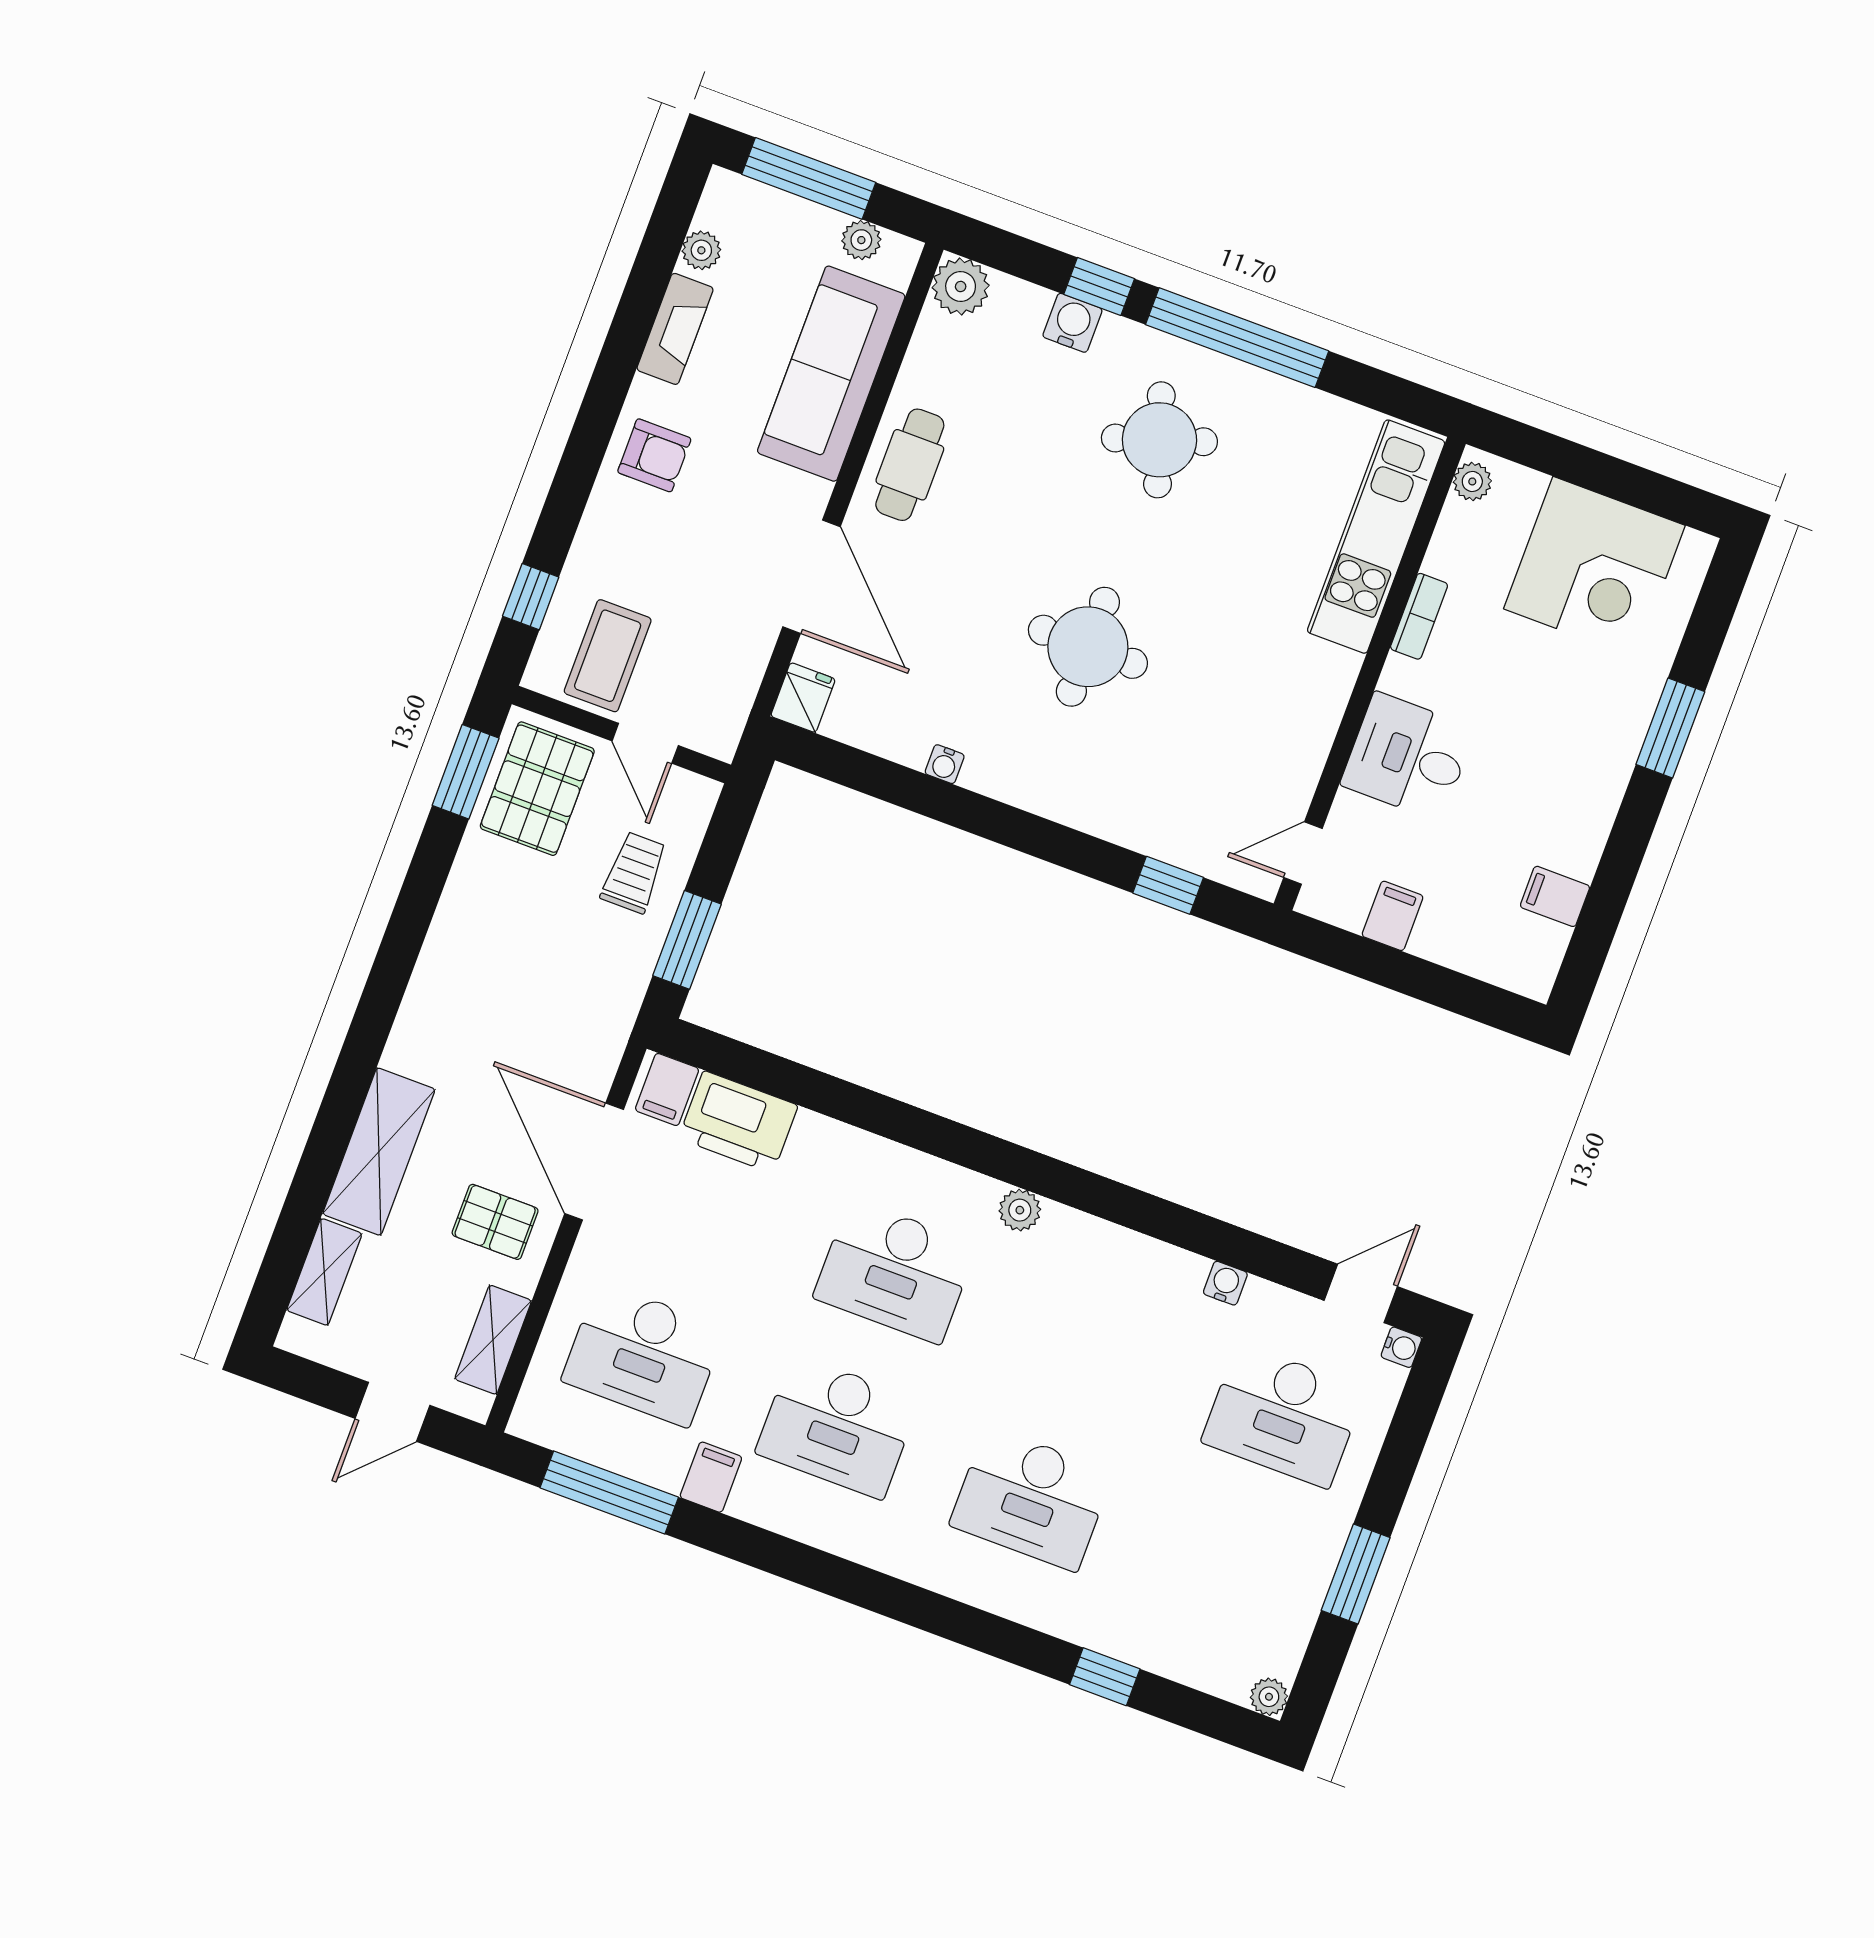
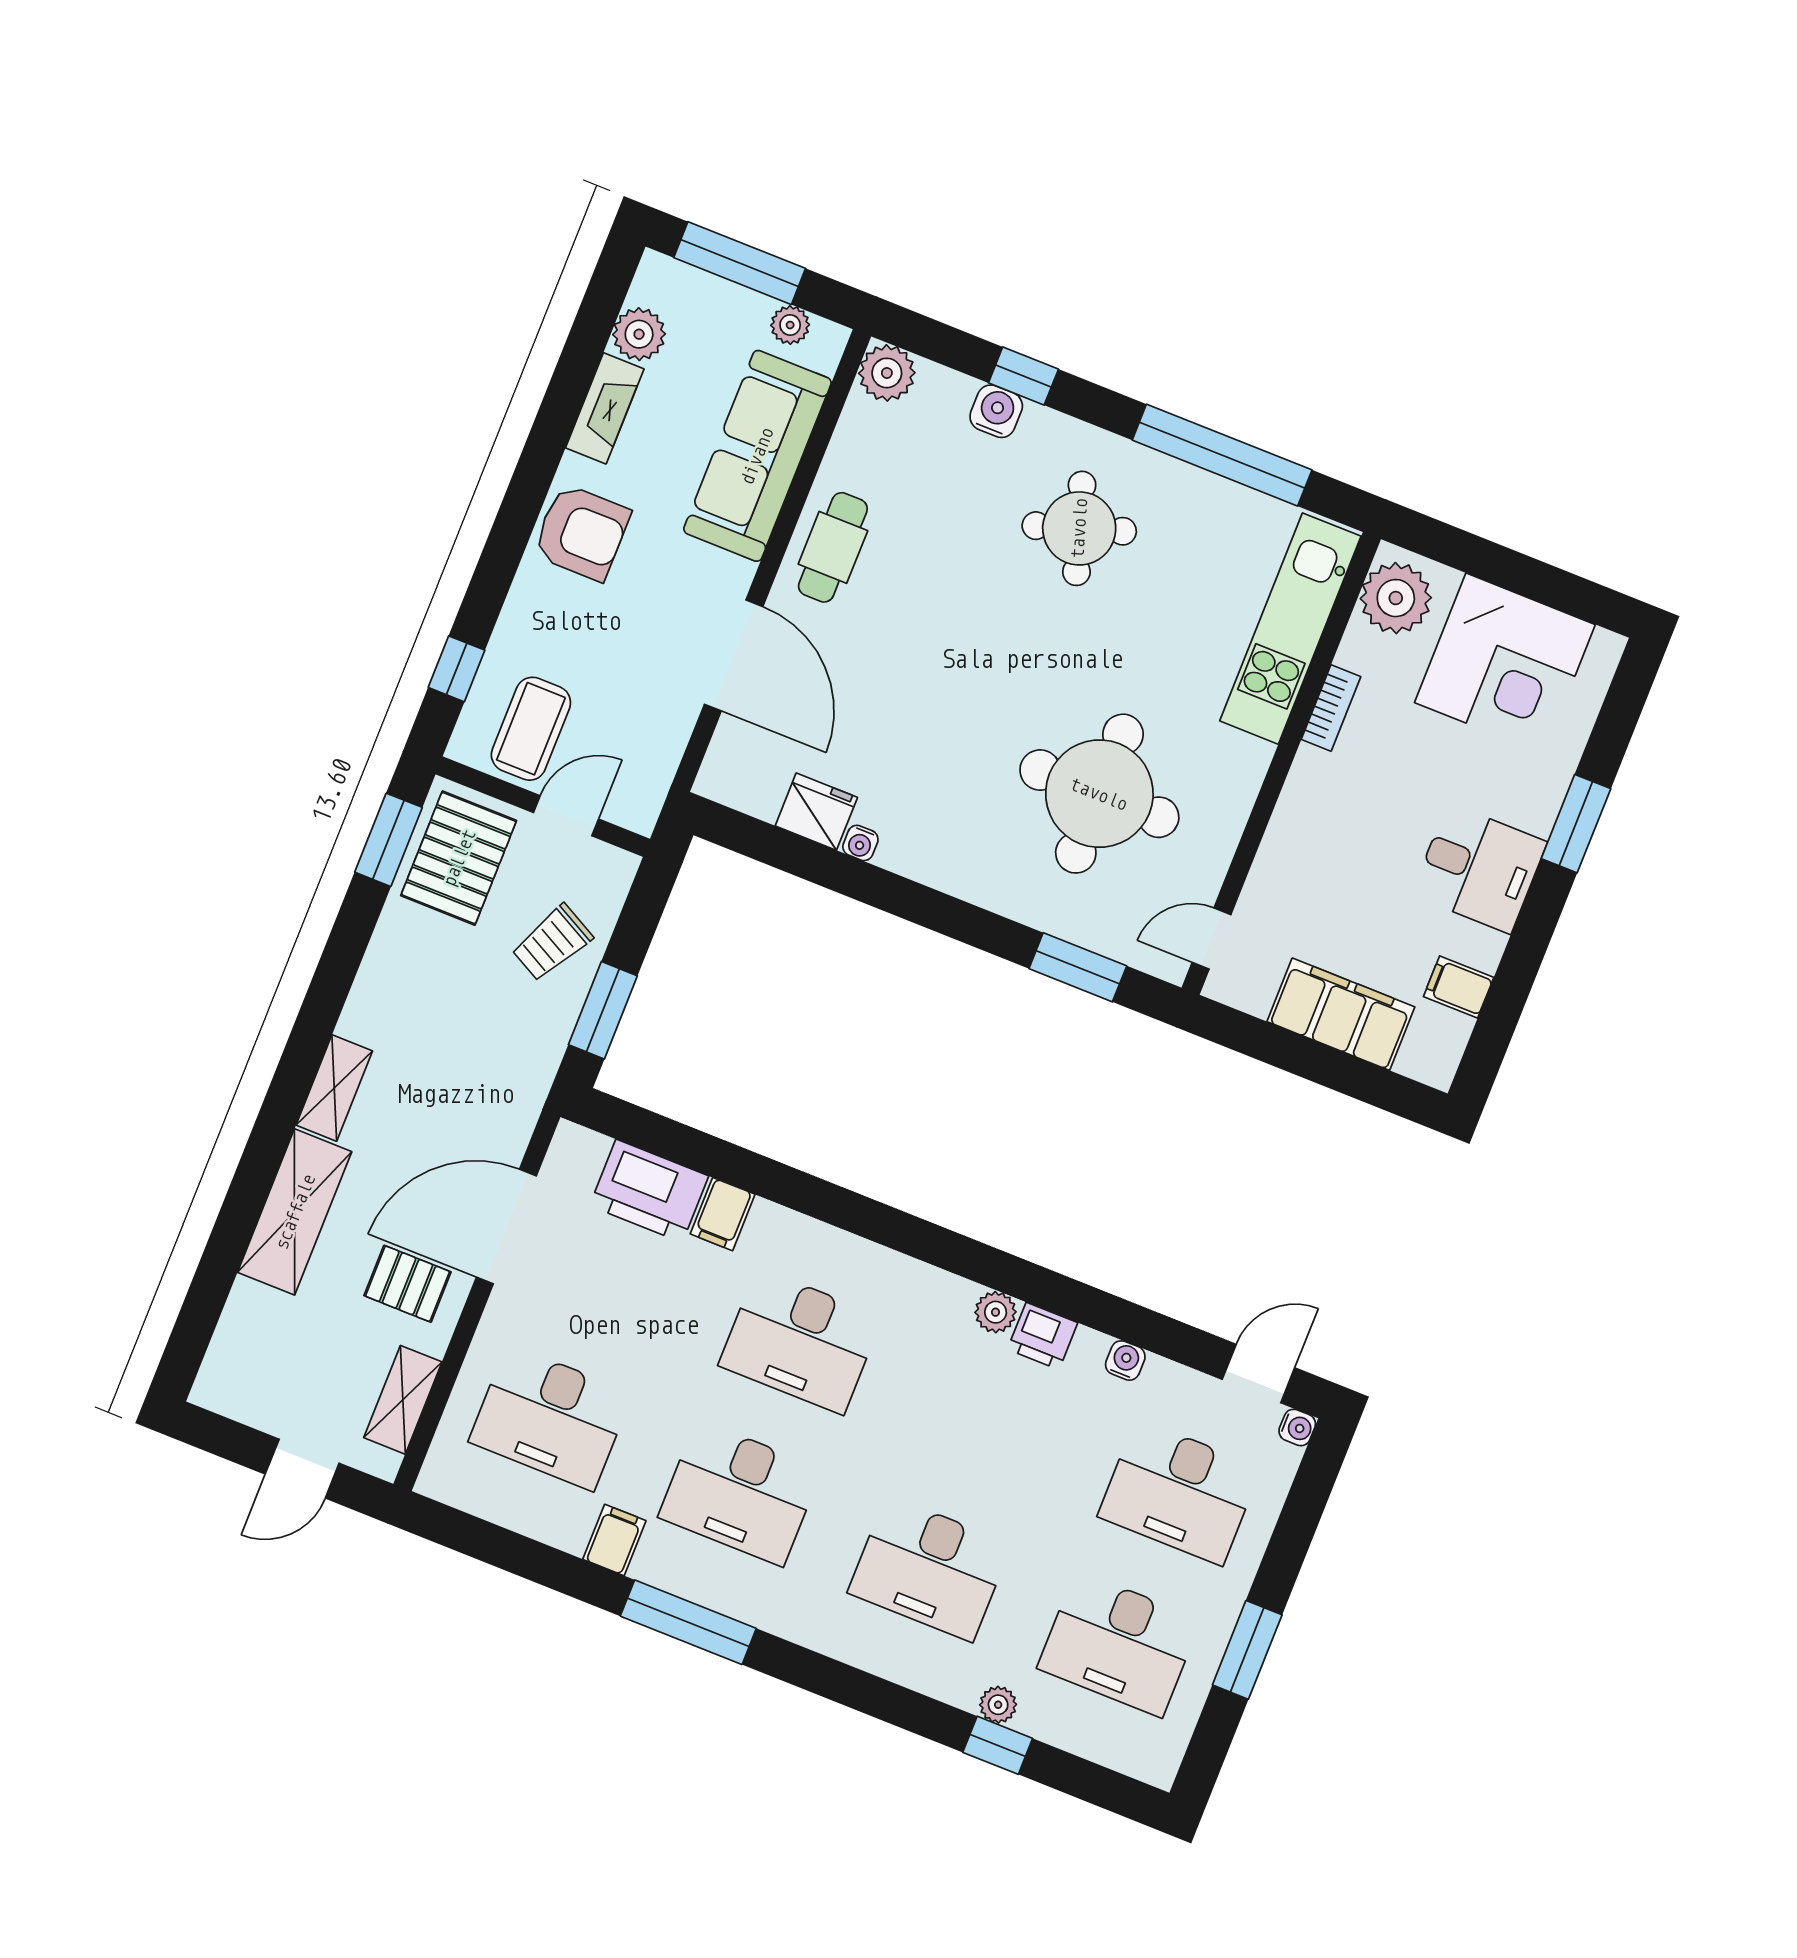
plant: (701, 250) -> (639, 334), width x1.38, depth x1.38
window: (1237, 338) -> (1222, 455), moved
armchair: (654, 455) -> (581, 532), width x1.38, depth x1.38
plant: (1472, 481) -> (1396, 598), width x1.88, depth x1.88
round table: (1088, 647) -> (1099, 794), moved, width x1.36, depth x1.36
fridge: (803, 698) -> (816, 812), moved, width x1.38
door: (645, 743) -> (566, 816), swing flipped
desk: (1408, 757) -> (1479, 868), moved, turned 180
trolley: (634, 873) -> (552, 943), turned -152
window: (1168, 885) -> (1078, 967), width x1.50
filing cabinet: (1393, 916) -> (1341, 1014), width x3.00, depth x1.17
filing cabinet: (667, 1089) -> (723, 1214), moved
door: (594, 1161) -> (506, 1227), hinge flipped
plant: (1020, 1210) -> (996, 1312), moved
printer: (1141, 1260) -> (1043, 1336), added
shelving: (324, 1272) -> (334, 1088), moved
window: (609, 1493) -> (688, 1622), moved
desk: (1225, 1571) -> (1119, 1644), added
plant: (1269, 1697) -> (998, 1705), moved

